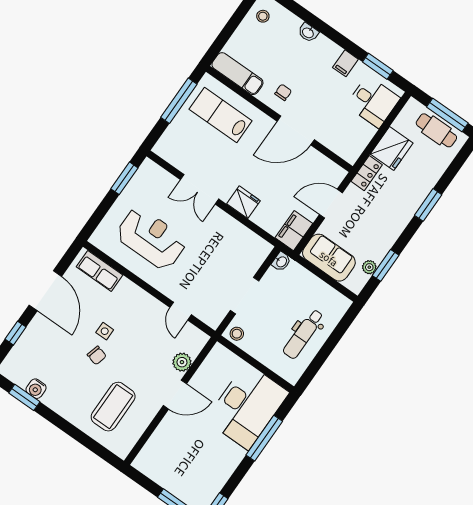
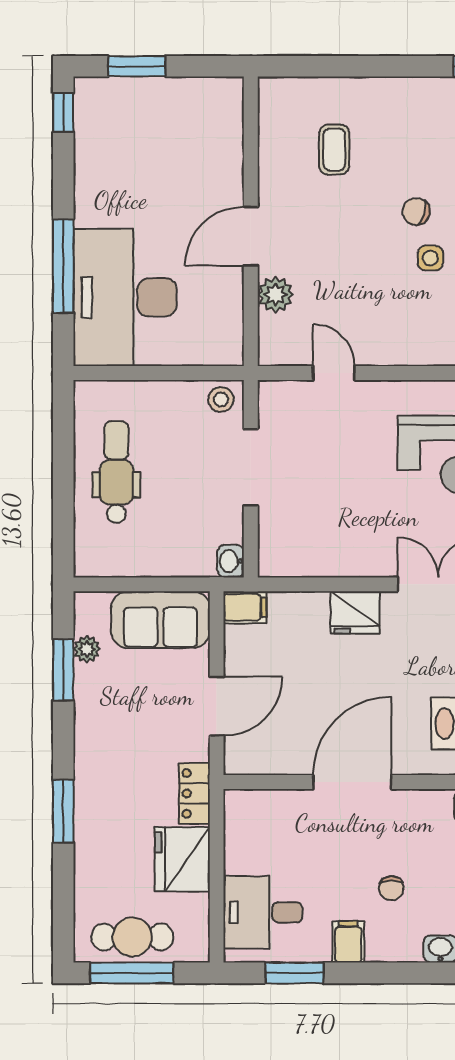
chair: (283, 92) -> (391, 888), moved
filing cabinet: (294, 231) -> (245, 607), width x0.50
coffee table: (113, 407) -> (334, 149), width x0.54, depth x0.58

